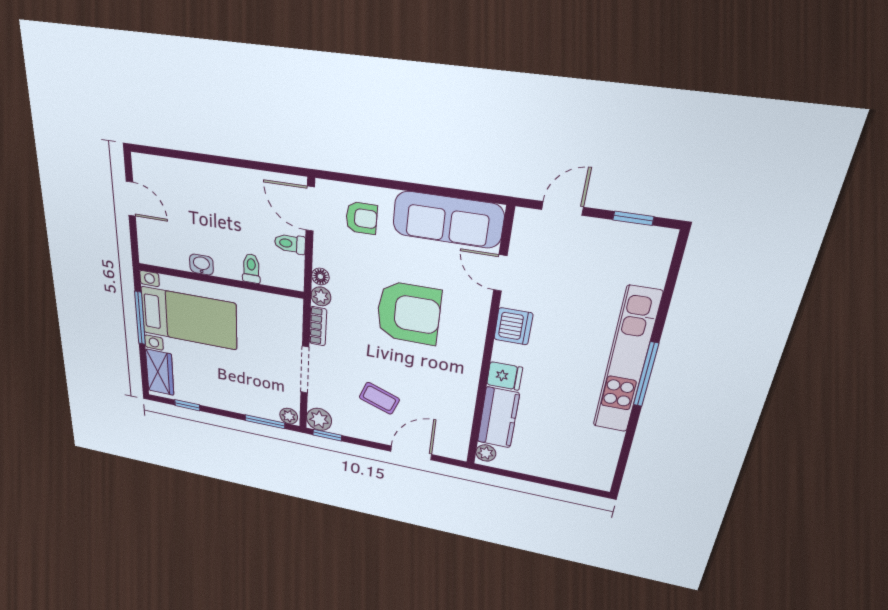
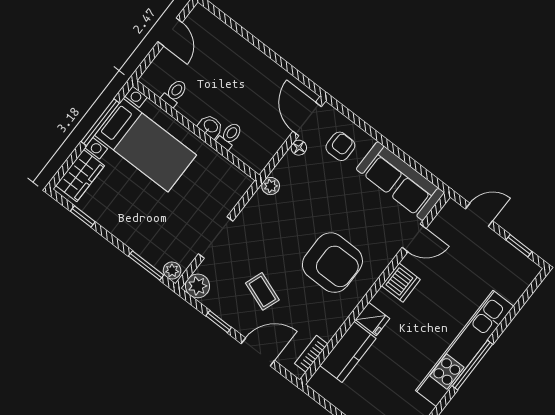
armchair: (361, 218) -> (340, 146), turned -90
toilet: (290, 244) -> (175, 93), moved, turned 90
washbasin: (201, 265) -> (211, 126), moved
door: (500, 273) -> (414, 238), swing flipped
floor lamp: (320, 277) -> (299, 148), moved
armchair: (408, 313) -> (332, 263), moved
bookcase: (318, 326) -> (311, 354), moved, turned 180
window: (327, 435) -> (219, 322), moved
plant: (486, 453) -> (320, 379), removed

